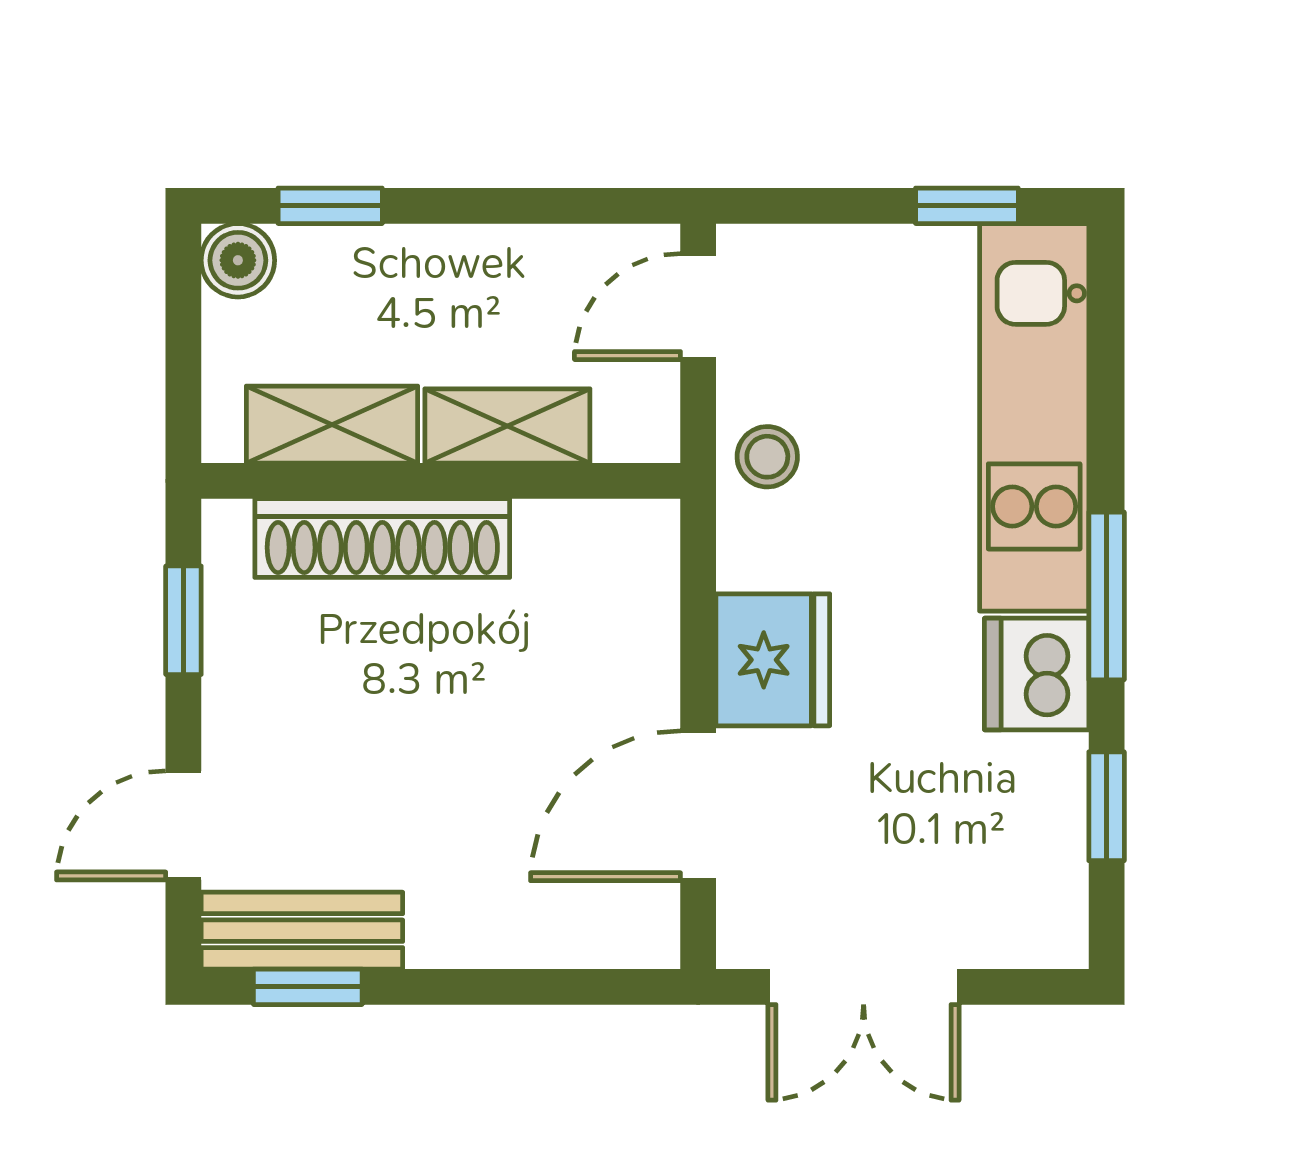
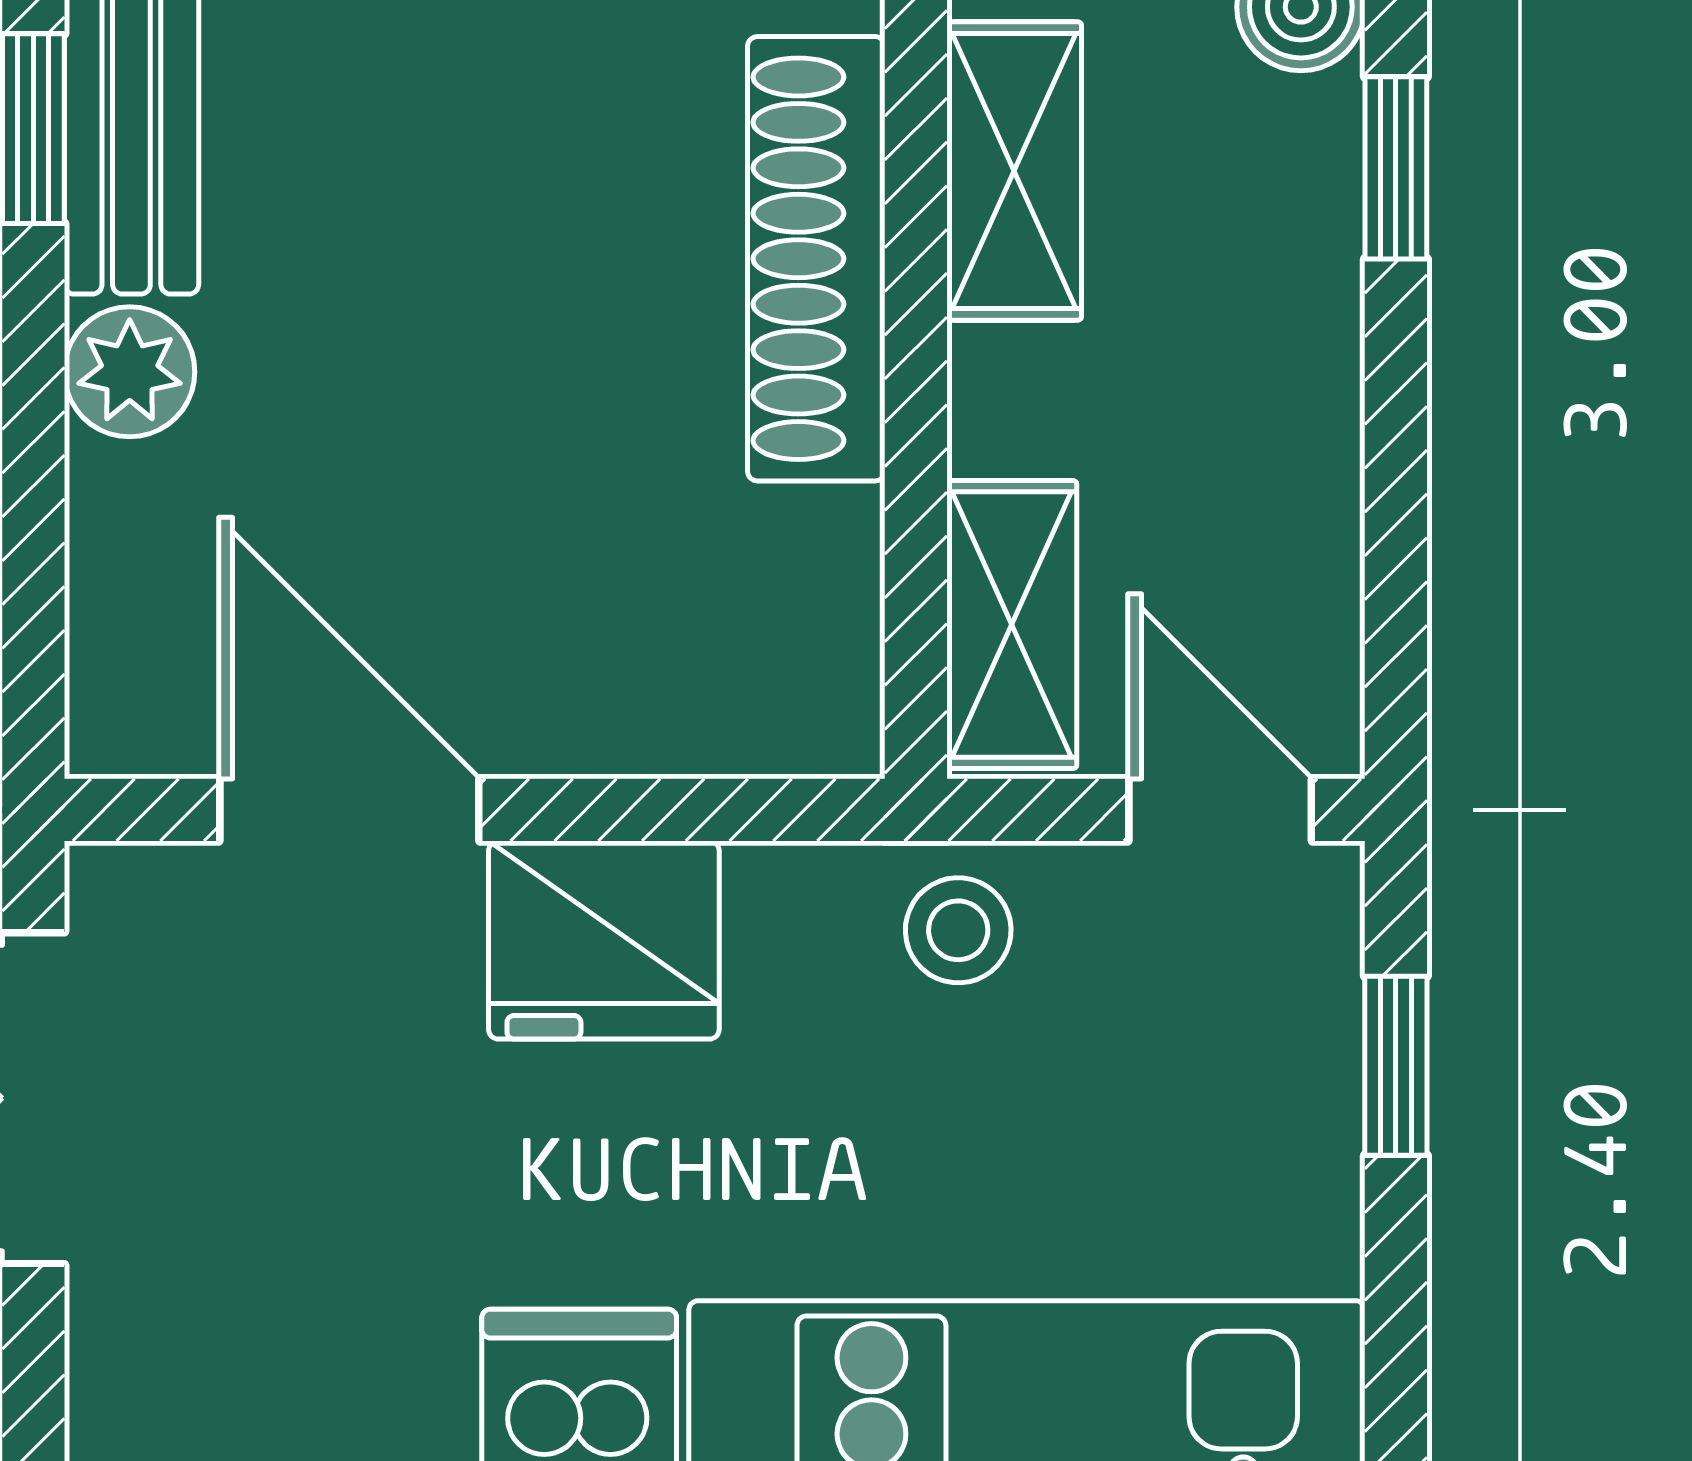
window: (967, 206) -> (1396, 1066), moved
shelving: (507, 426) -> (1012, 625), moved
plant: (447, 932) -> (130, 372), added

